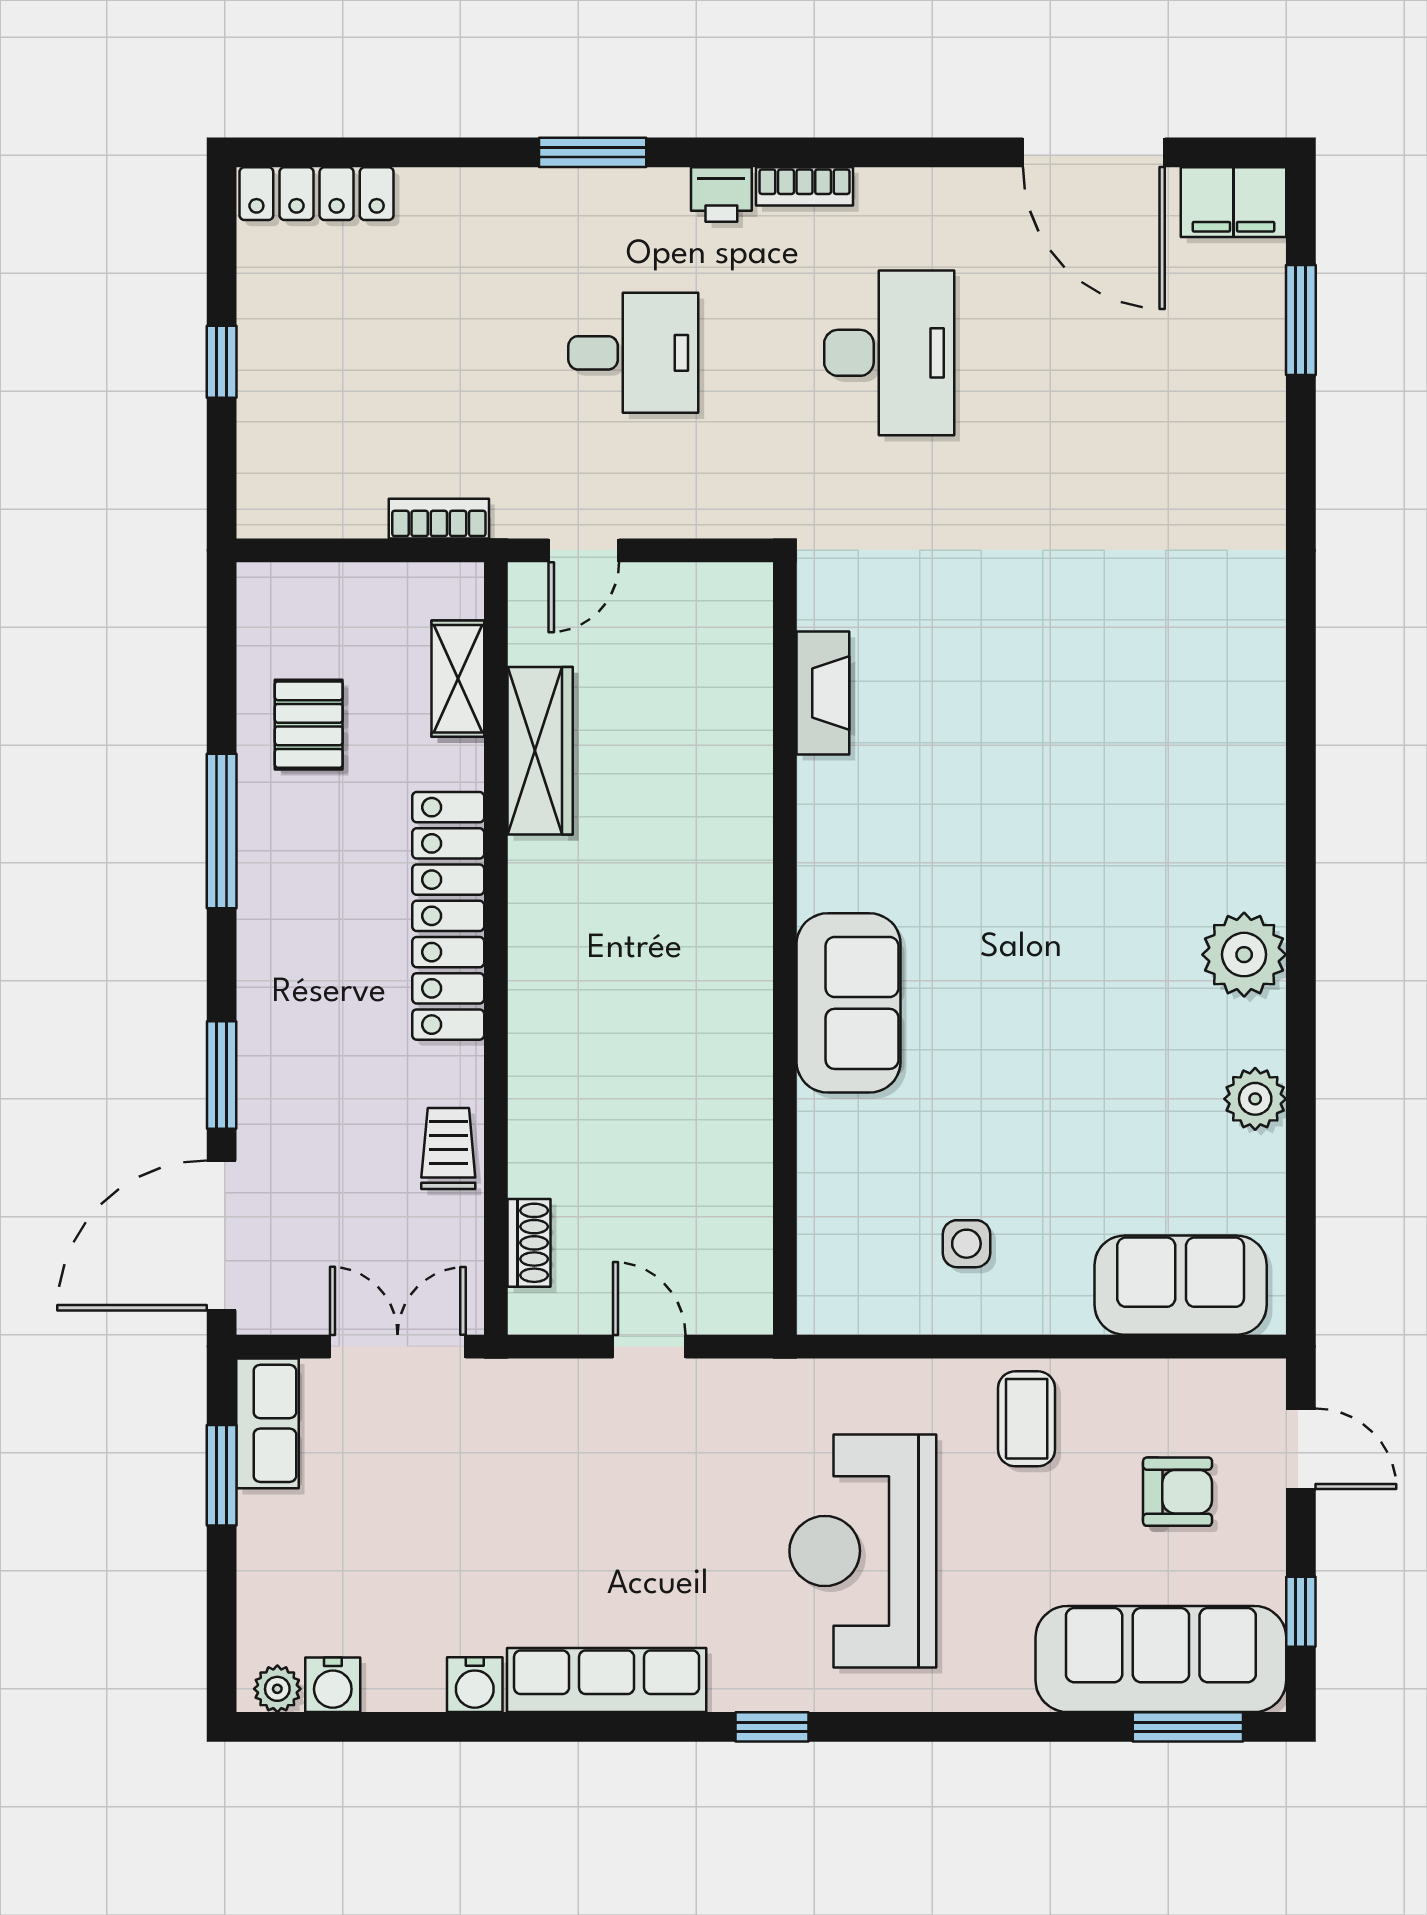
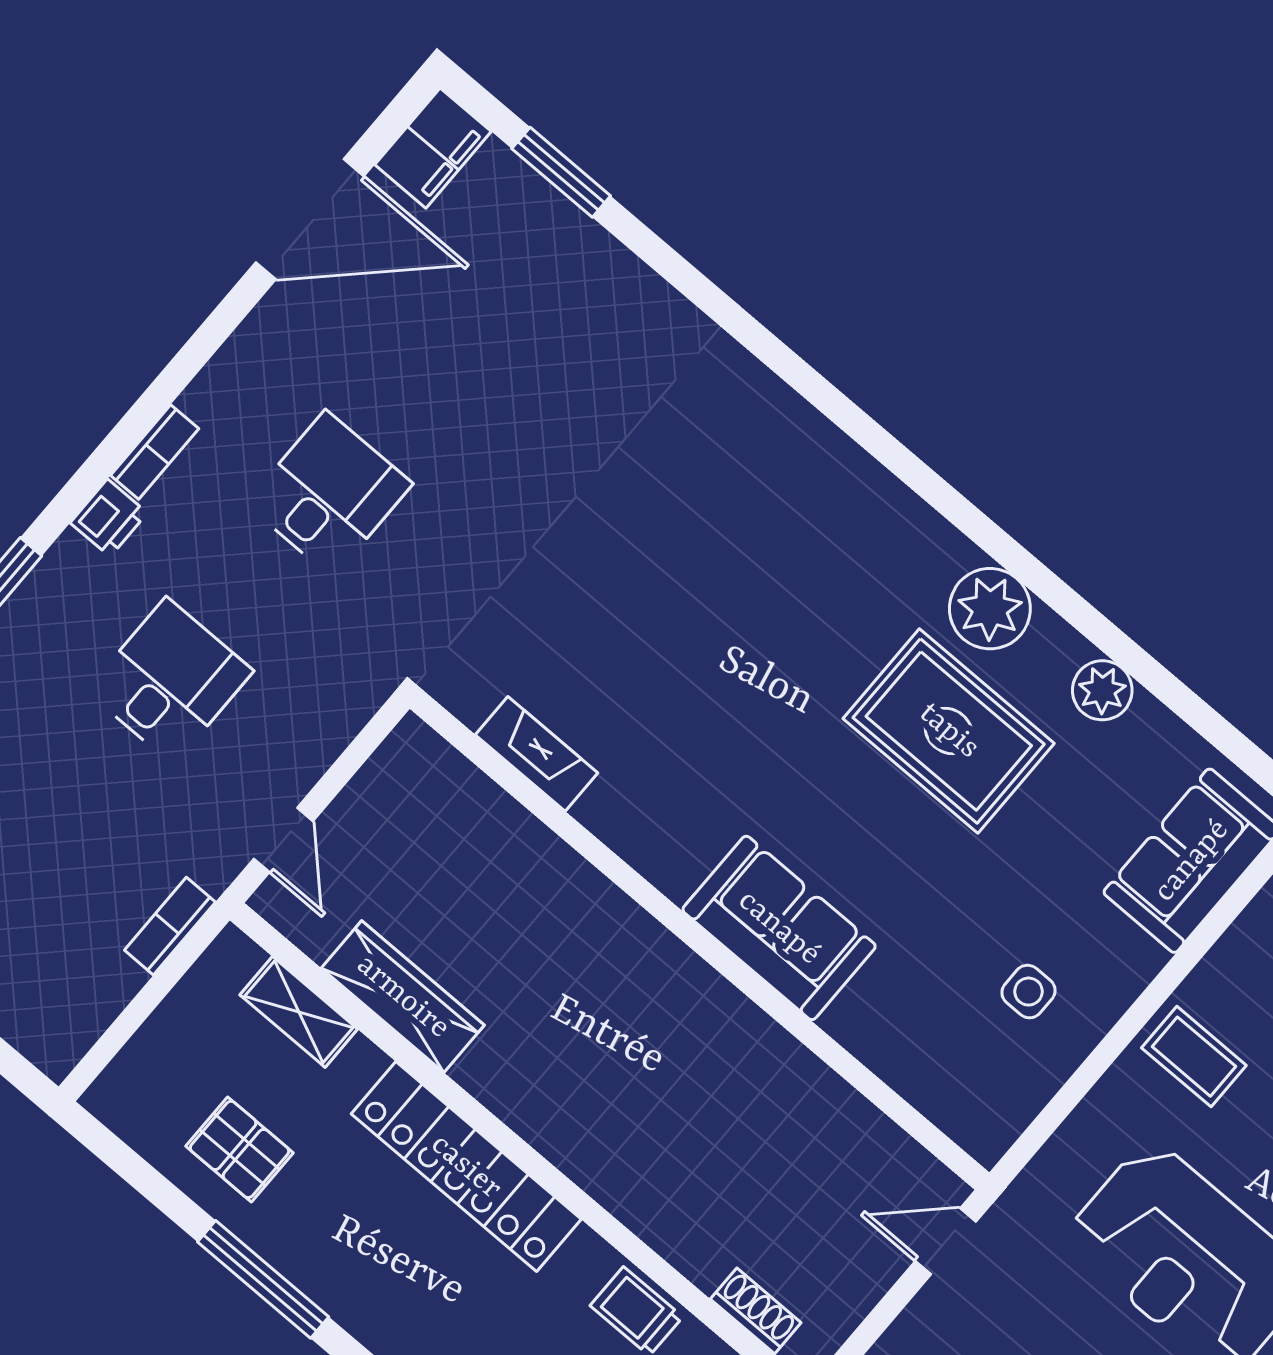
desk: (889, 353) -> (329, 494), width x0.73
rug: (1119, 1004) -> (949, 731), added
door: (649, 1347) -> (946, 1241), moved

